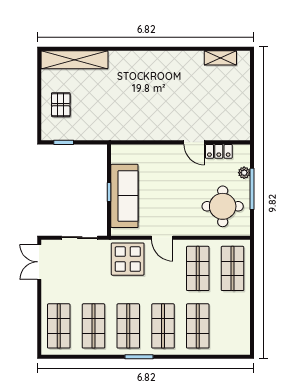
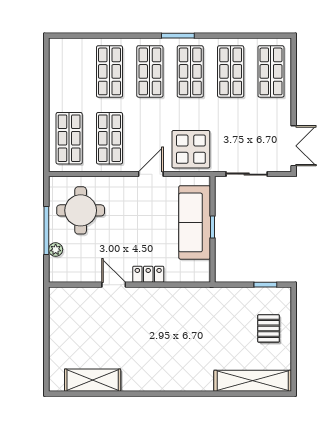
shelving: (220, 58) -> (93, 380), width x1.50, depth x1.33
locker: (219, 151) -> (148, 274), moved
door: (162, 238) -> (151, 174), hinge flipped

